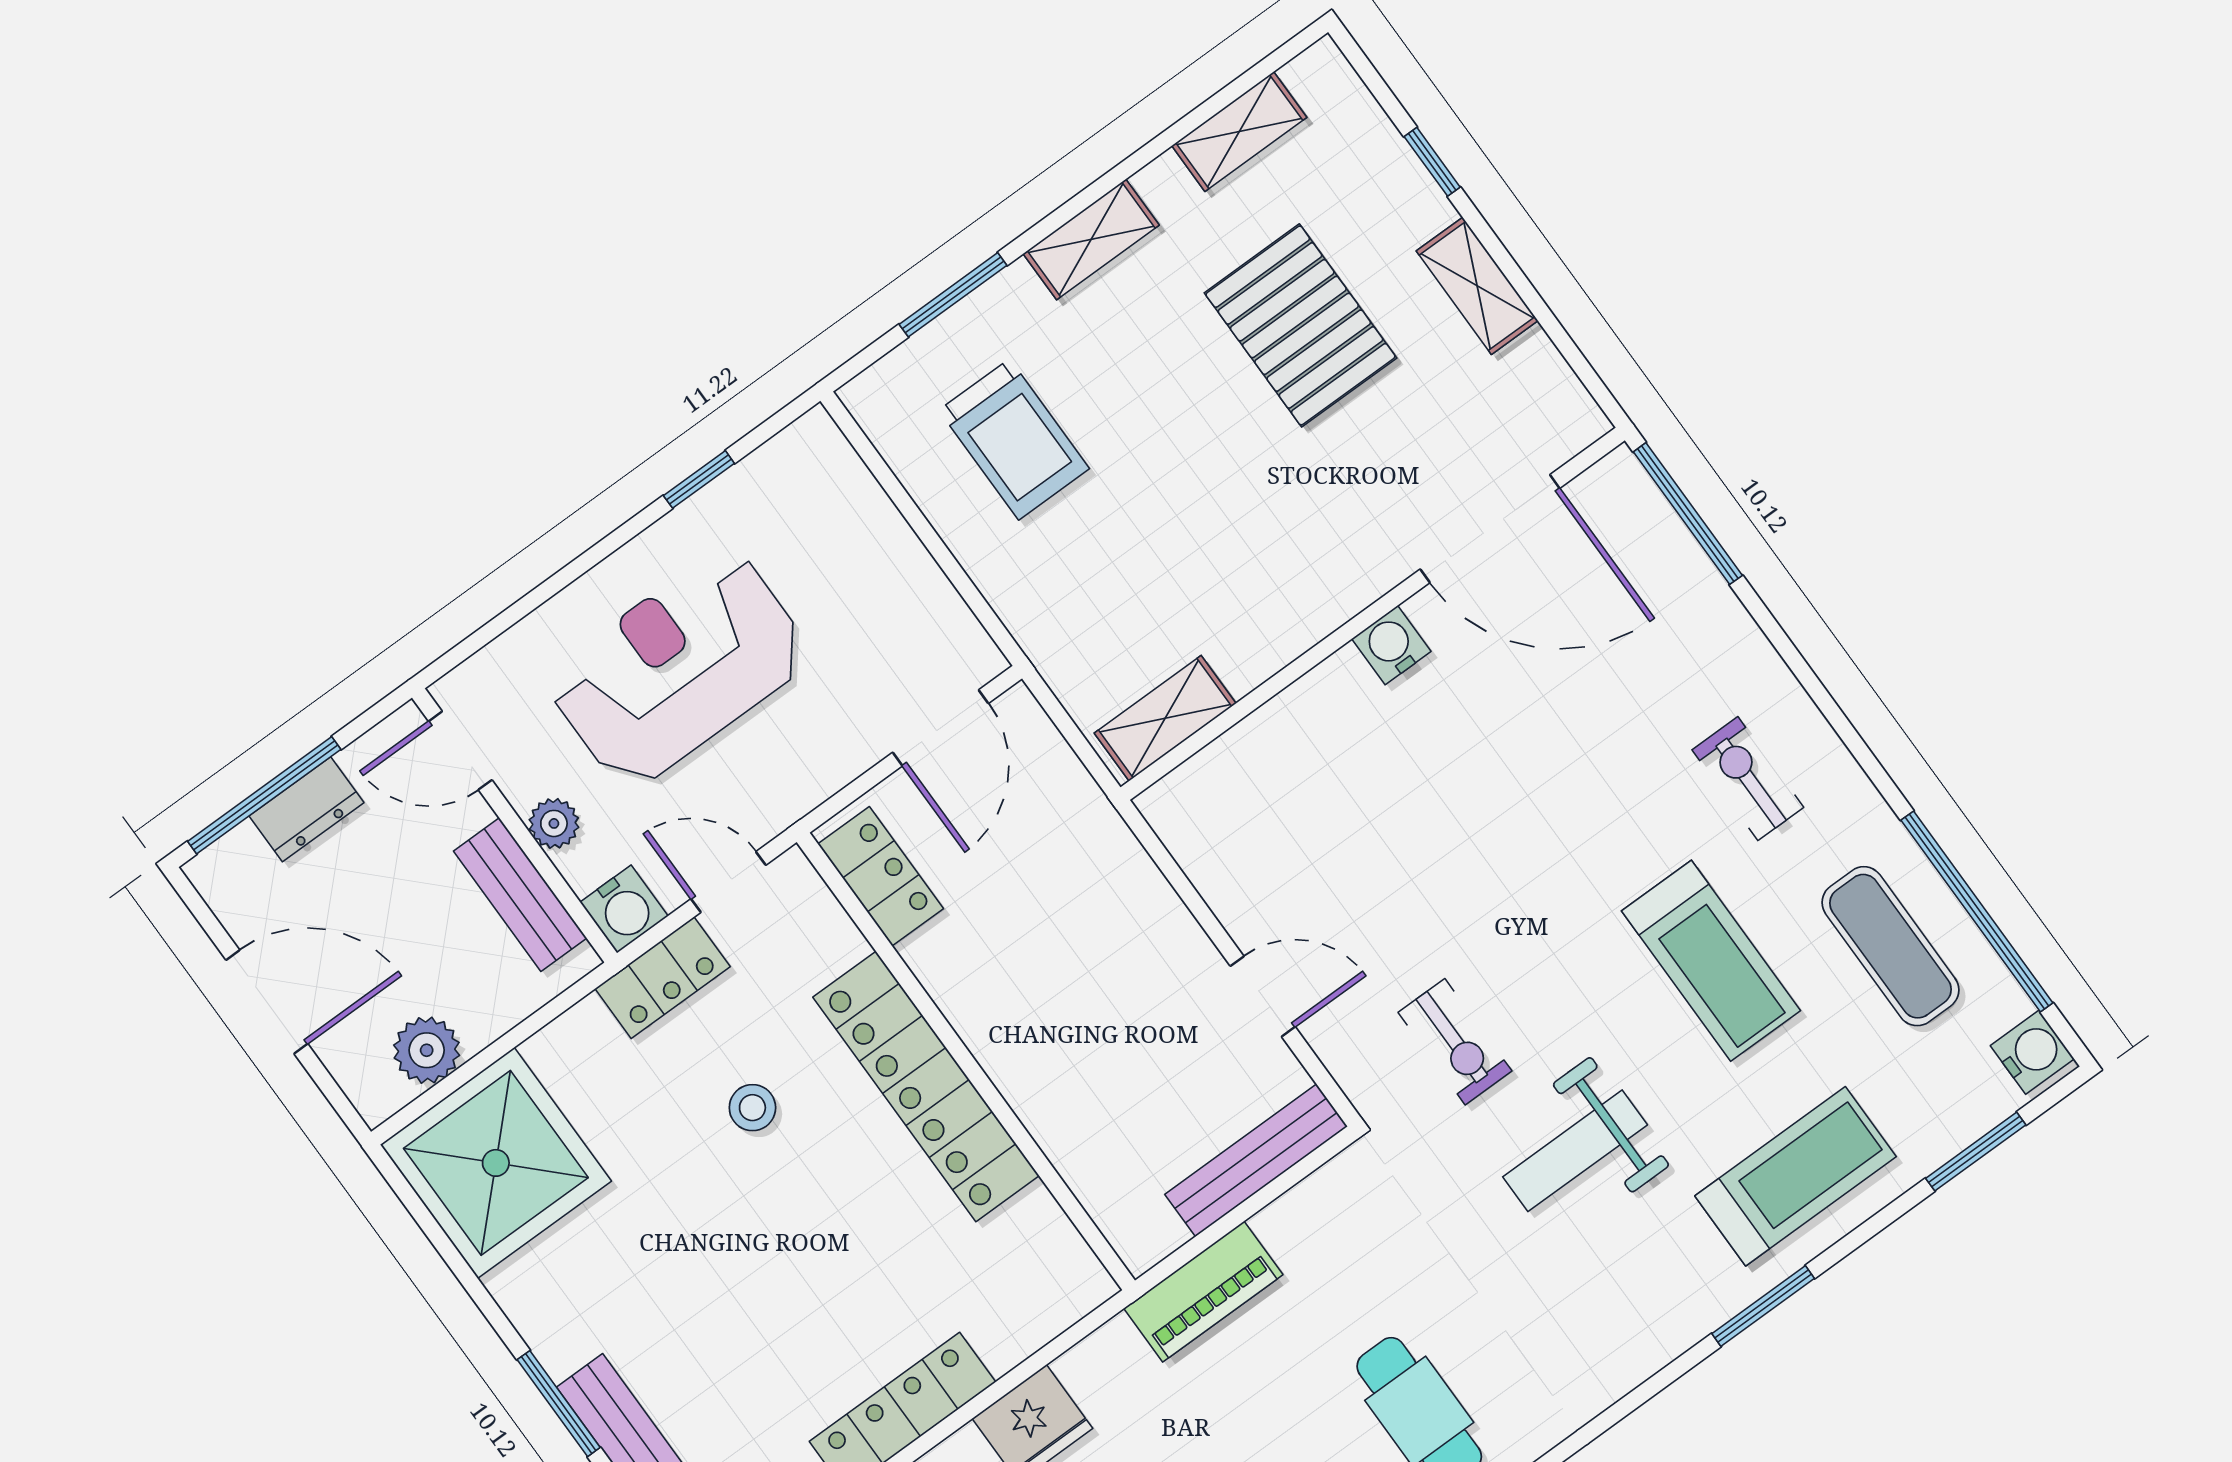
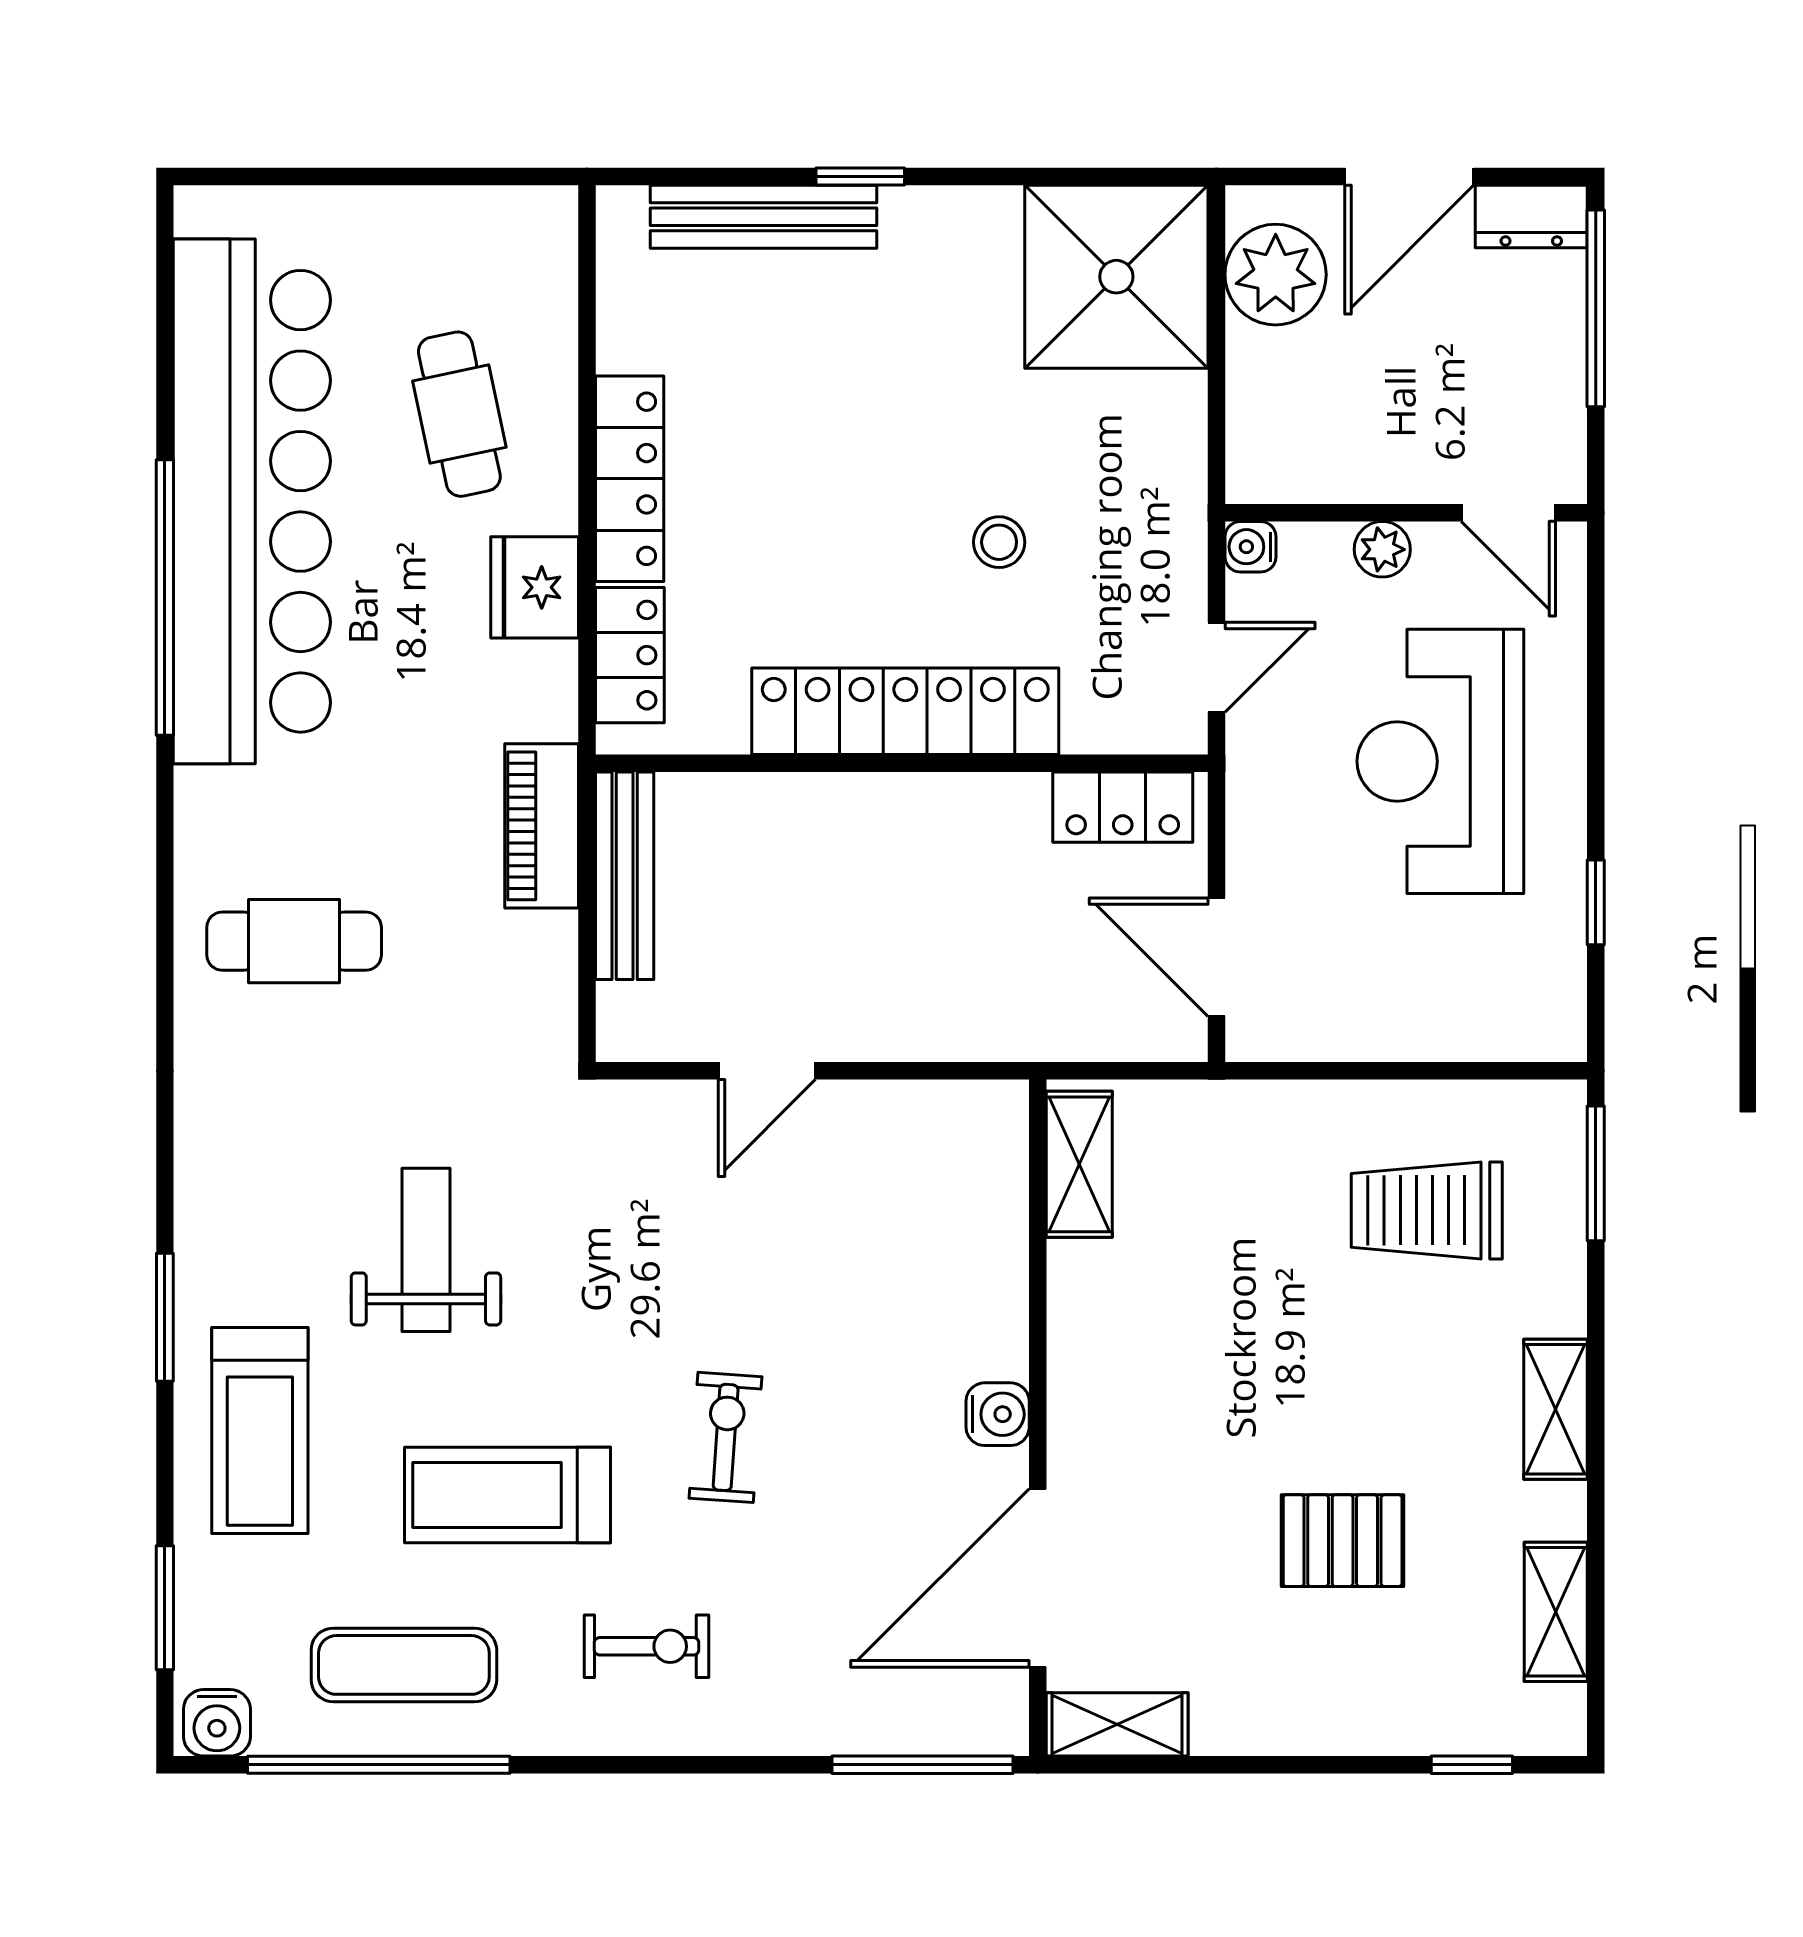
window: (1432, 162) -> (1472, 1765), moved
shelving: (1477, 286) -> (1117, 1724), moved
window: (953, 295) -> (1596, 1173), moved
pallet: (1300, 325) -> (1343, 1541), width x0.67, depth x0.71
reception desk: (678, 668) -> (1440, 761), turned 180
door: (460, 751) -> (1508, 513), swing flipped
dresser: (306, 809) -> (1531, 217), moved, turned -90
bench: (520, 895) -> (1341, 473), removed
water cooler: (624, 909) -> (1250, 547), width x0.72, depth x0.72
locker: (663, 978) -> (630, 655), moved, turned 180
exercise bike: (1455, 1042) -> (726, 1437), moved, turned 94
plant: (427, 1050) -> (1276, 275), width x1.36, depth x1.36
bench: (1256, 1160) -> (625, 876), moved
window: (559, 1404) -> (860, 177), width x0.67

